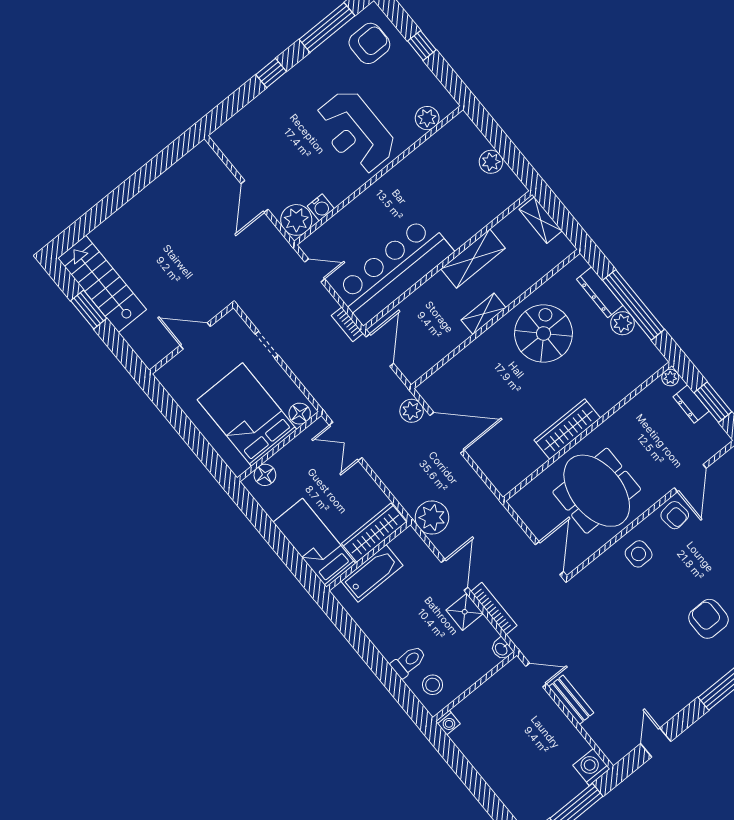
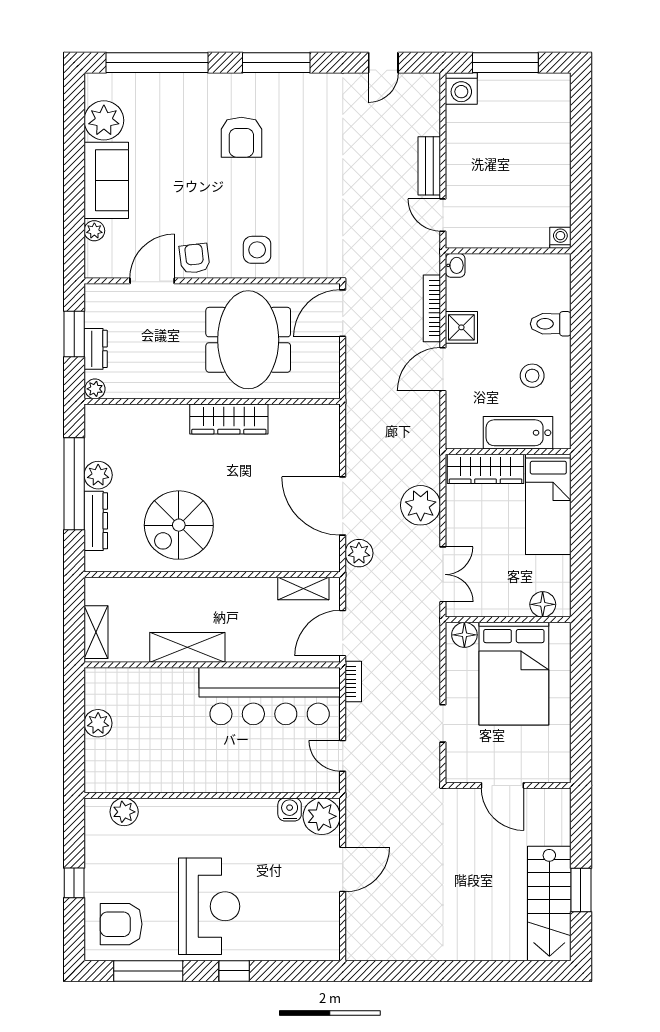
reception desk: (355, 132) -> (209, 906), moved
shelving: (484, 314) -> (303, 588), moved
plant: (432, 518) -> (421, 505), moved
stool: (433, 685) -> (532, 376), moved

